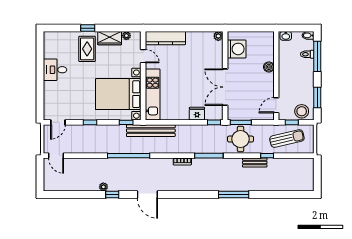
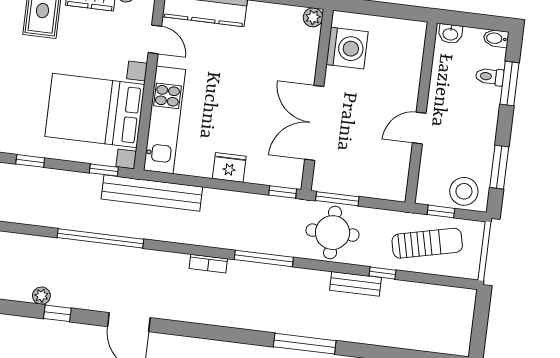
window: (317, 56) -> (509, 84), width x0.69
boiler: (269, 67) -> (408, 93), removed
door: (276, 105) -> (419, 128), moved
fridge: (197, 114) -> (229, 167), moved

